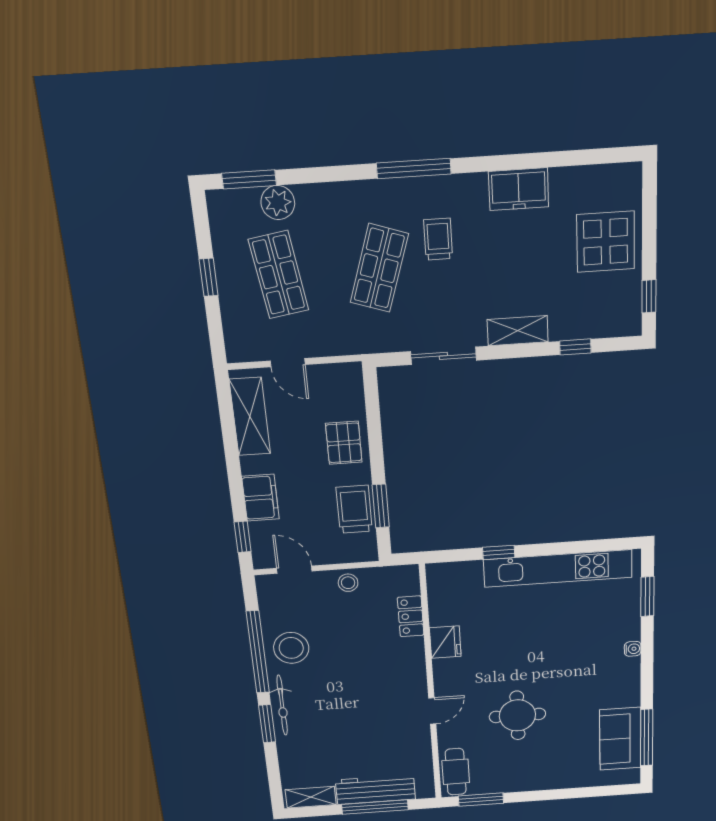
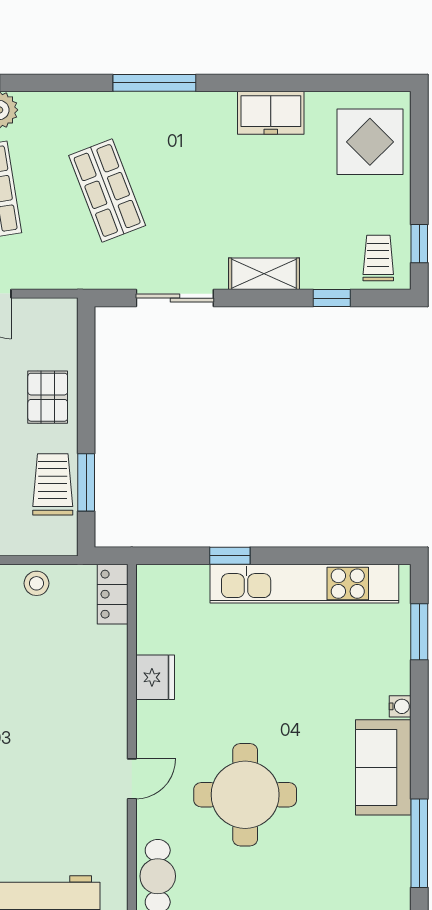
trolley: (438, 239) -> (378, 258), moved
display table: (606, 242) -> (370, 142), moved
shop shelf: (379, 268) -> (107, 190), turned -39
locker: (411, 616) -> (113, 594), moved
round table: (517, 715) -> (245, 795), width x1.36, depth x1.36
sofa: (620, 739) -> (383, 767), moved

